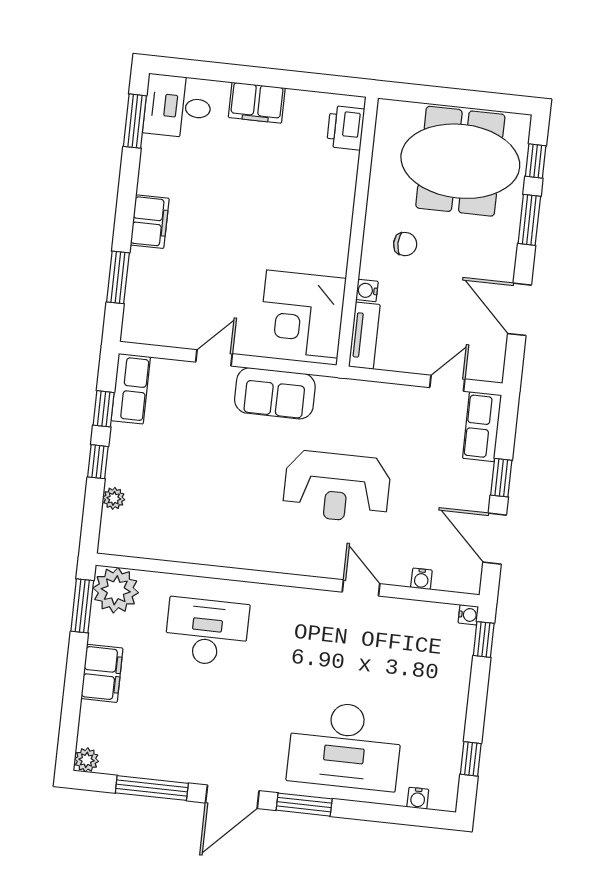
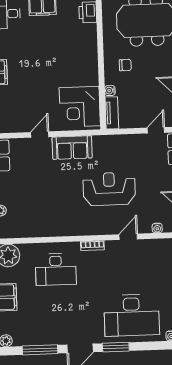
reception desk: (337, 487) -> (109, 189), turned 180
door: (361, 588) -> (128, 237), hinge flipped
bookcase: (287, 595) -> (92, 246), added
desk: (207, 632) -> (56, 269), turned 180

